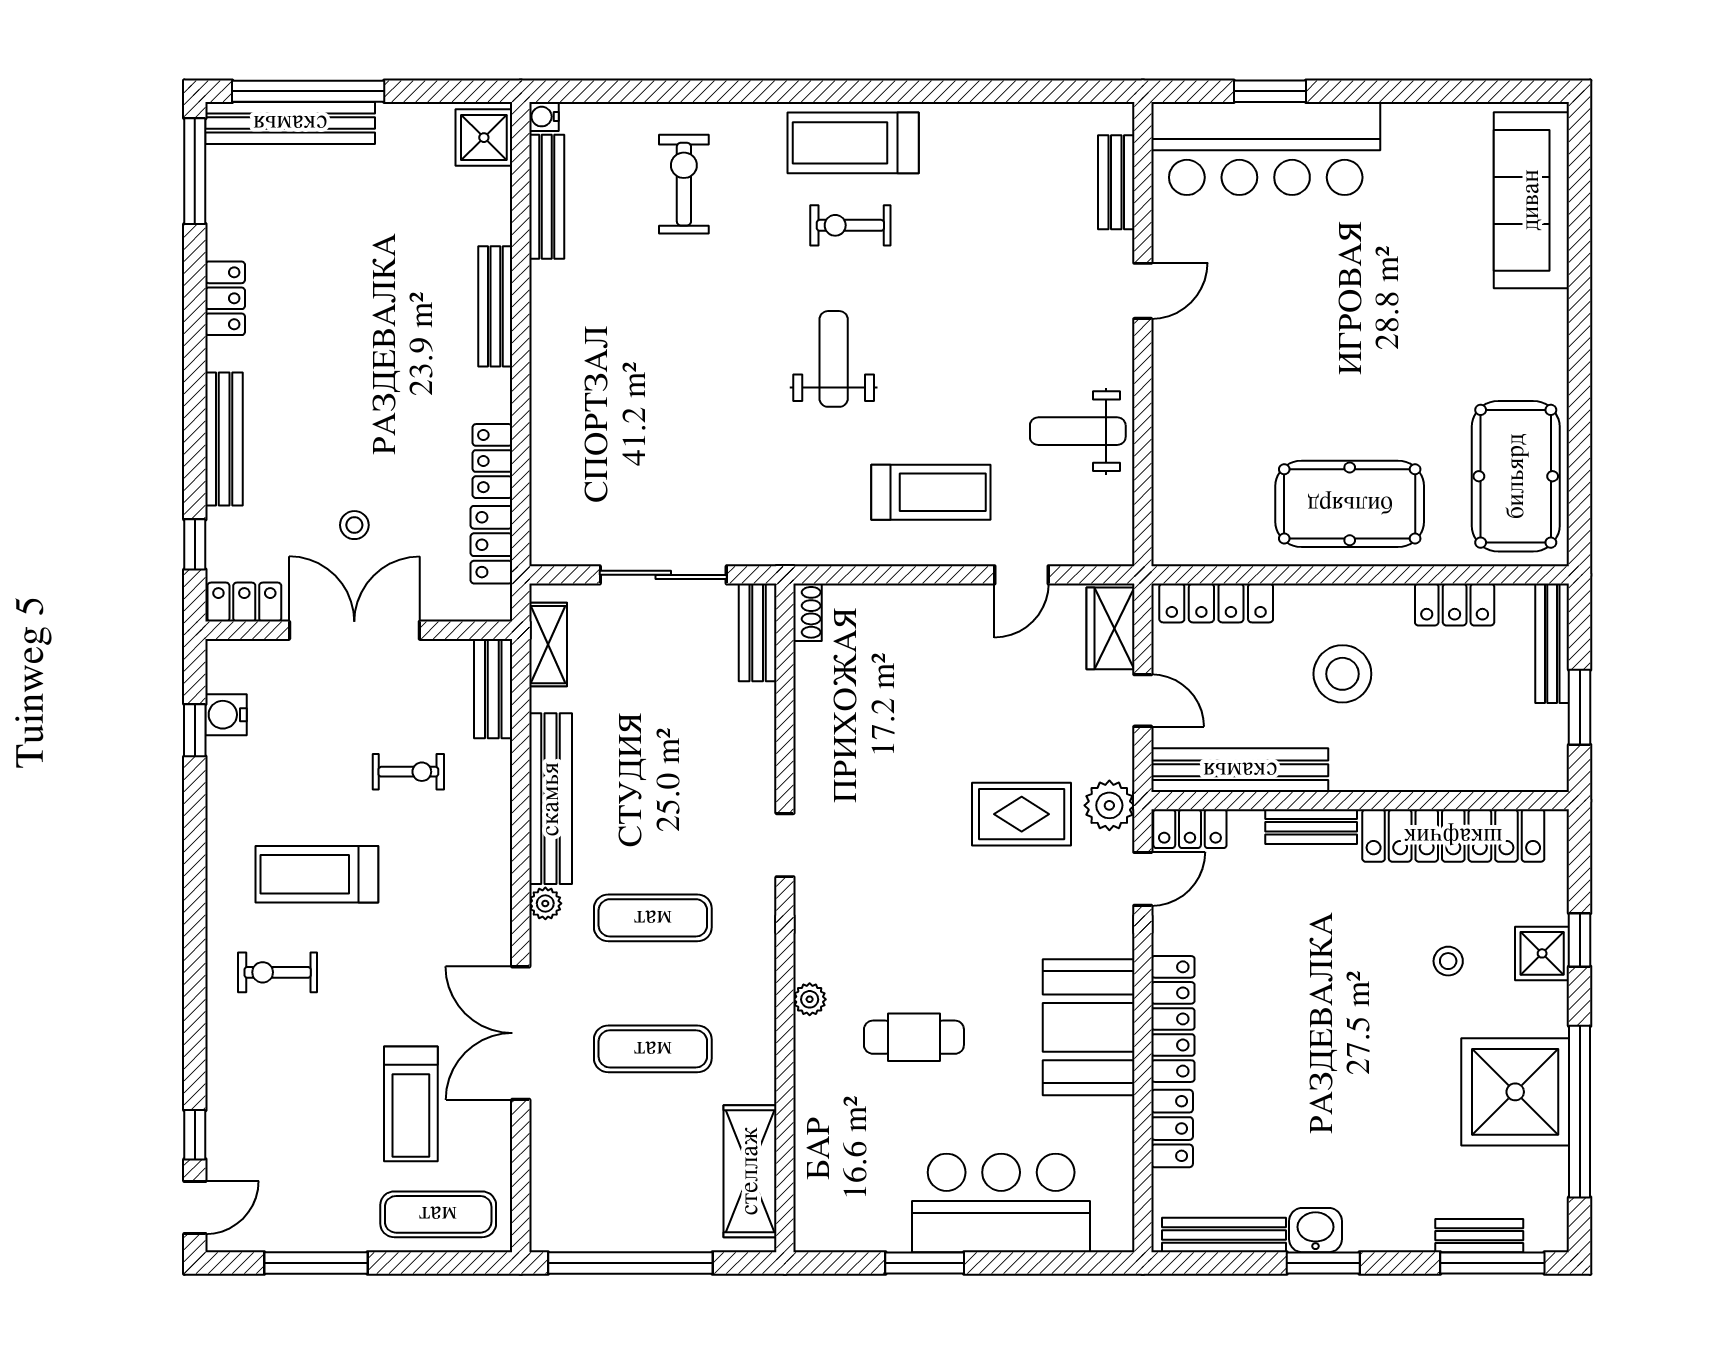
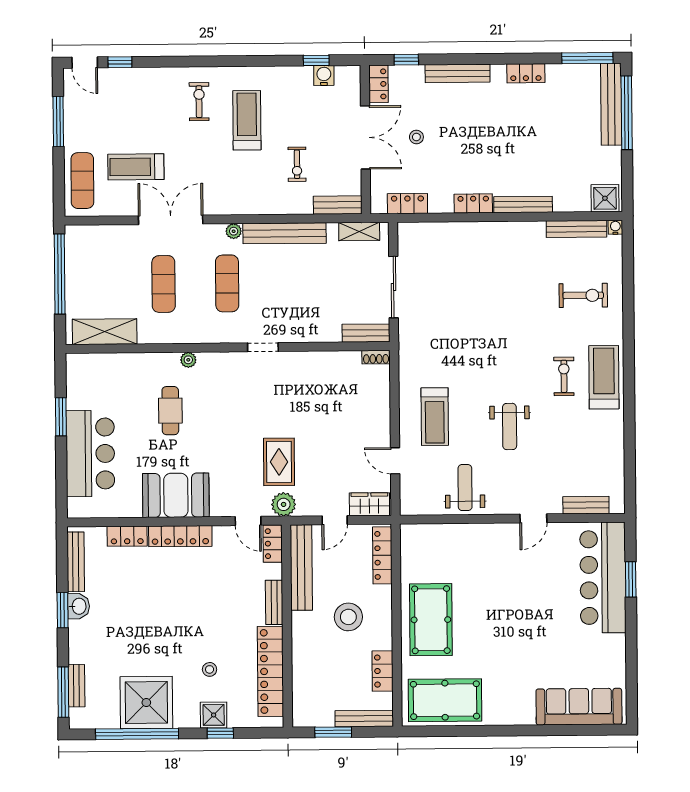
door: (1143, 291) -> (533, 518), hinge flipped
weight bench: (834, 359) -> (510, 426), moved, turned 90
locker: (492, 461) -> (473, 203), moved

